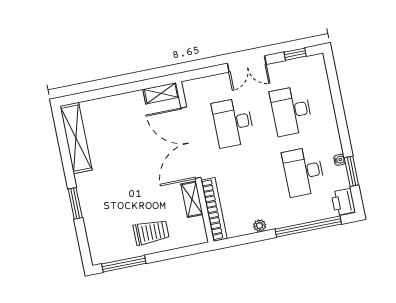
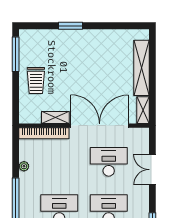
double door: (247, 64) -> (152, 170), moved
shelving: (76, 138) -> (141, 68), moved, turned 90

